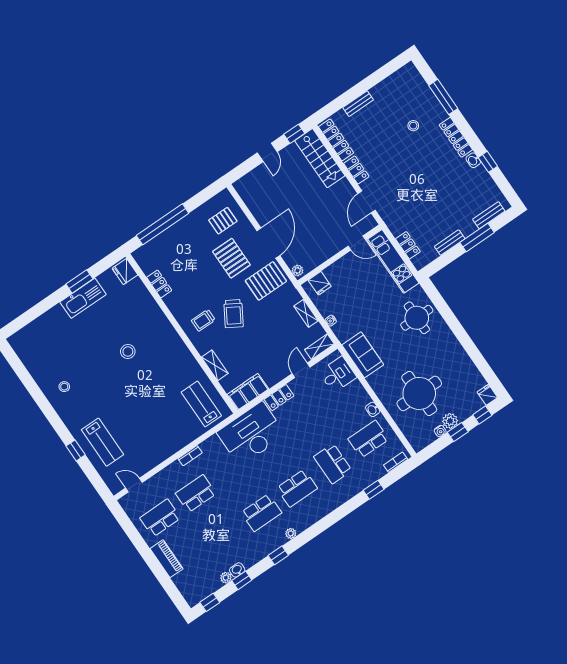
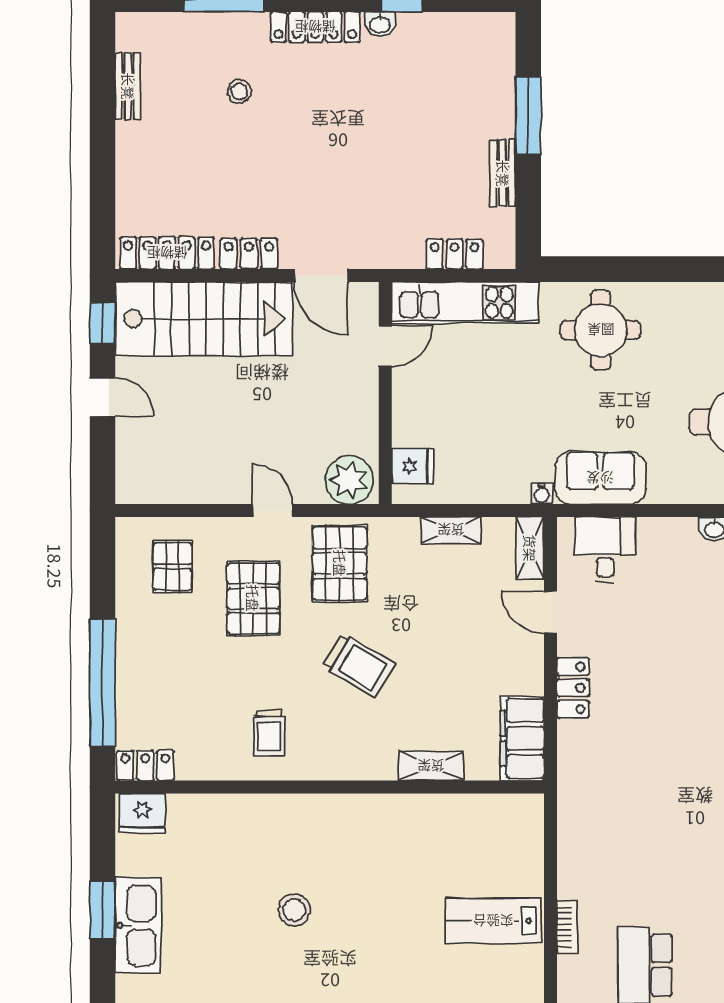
bench: (358, 104) -> (128, 86), moved
stairs: (320, 158) -> (204, 319), width x1.36, depth x1.51
bench: (489, 215) -> (502, 65), removed
door: (268, 243) -> (272, 511), width x0.53
pallet: (231, 258) -> (253, 598), turned 90
plant: (298, 270) -> (349, 480), width x1.87, depth x1.87
locker: (159, 284) -> (145, 765), moved
trolley: (203, 320) -> (269, 733), moved
water cooler: (331, 321) -> (542, 494), moved
lab bench: (201, 404) -> (493, 921), moved
desk: (251, 434) -> (604, 786), removed

